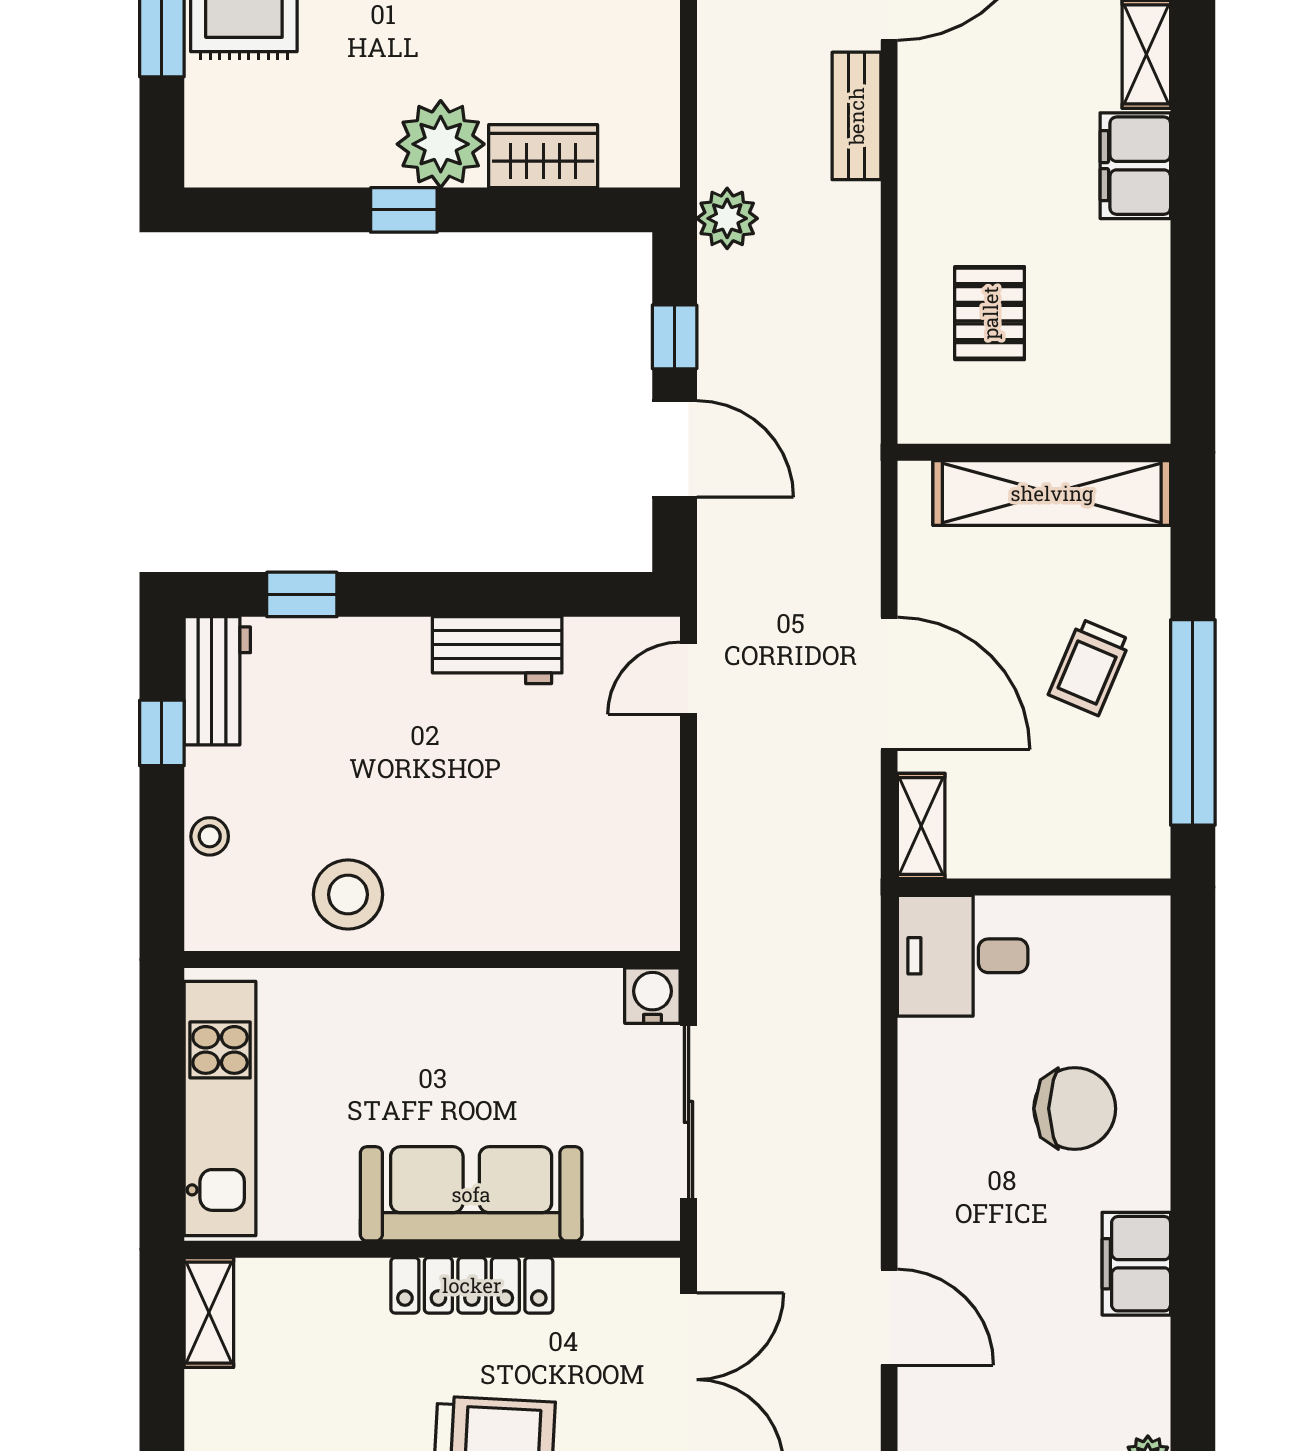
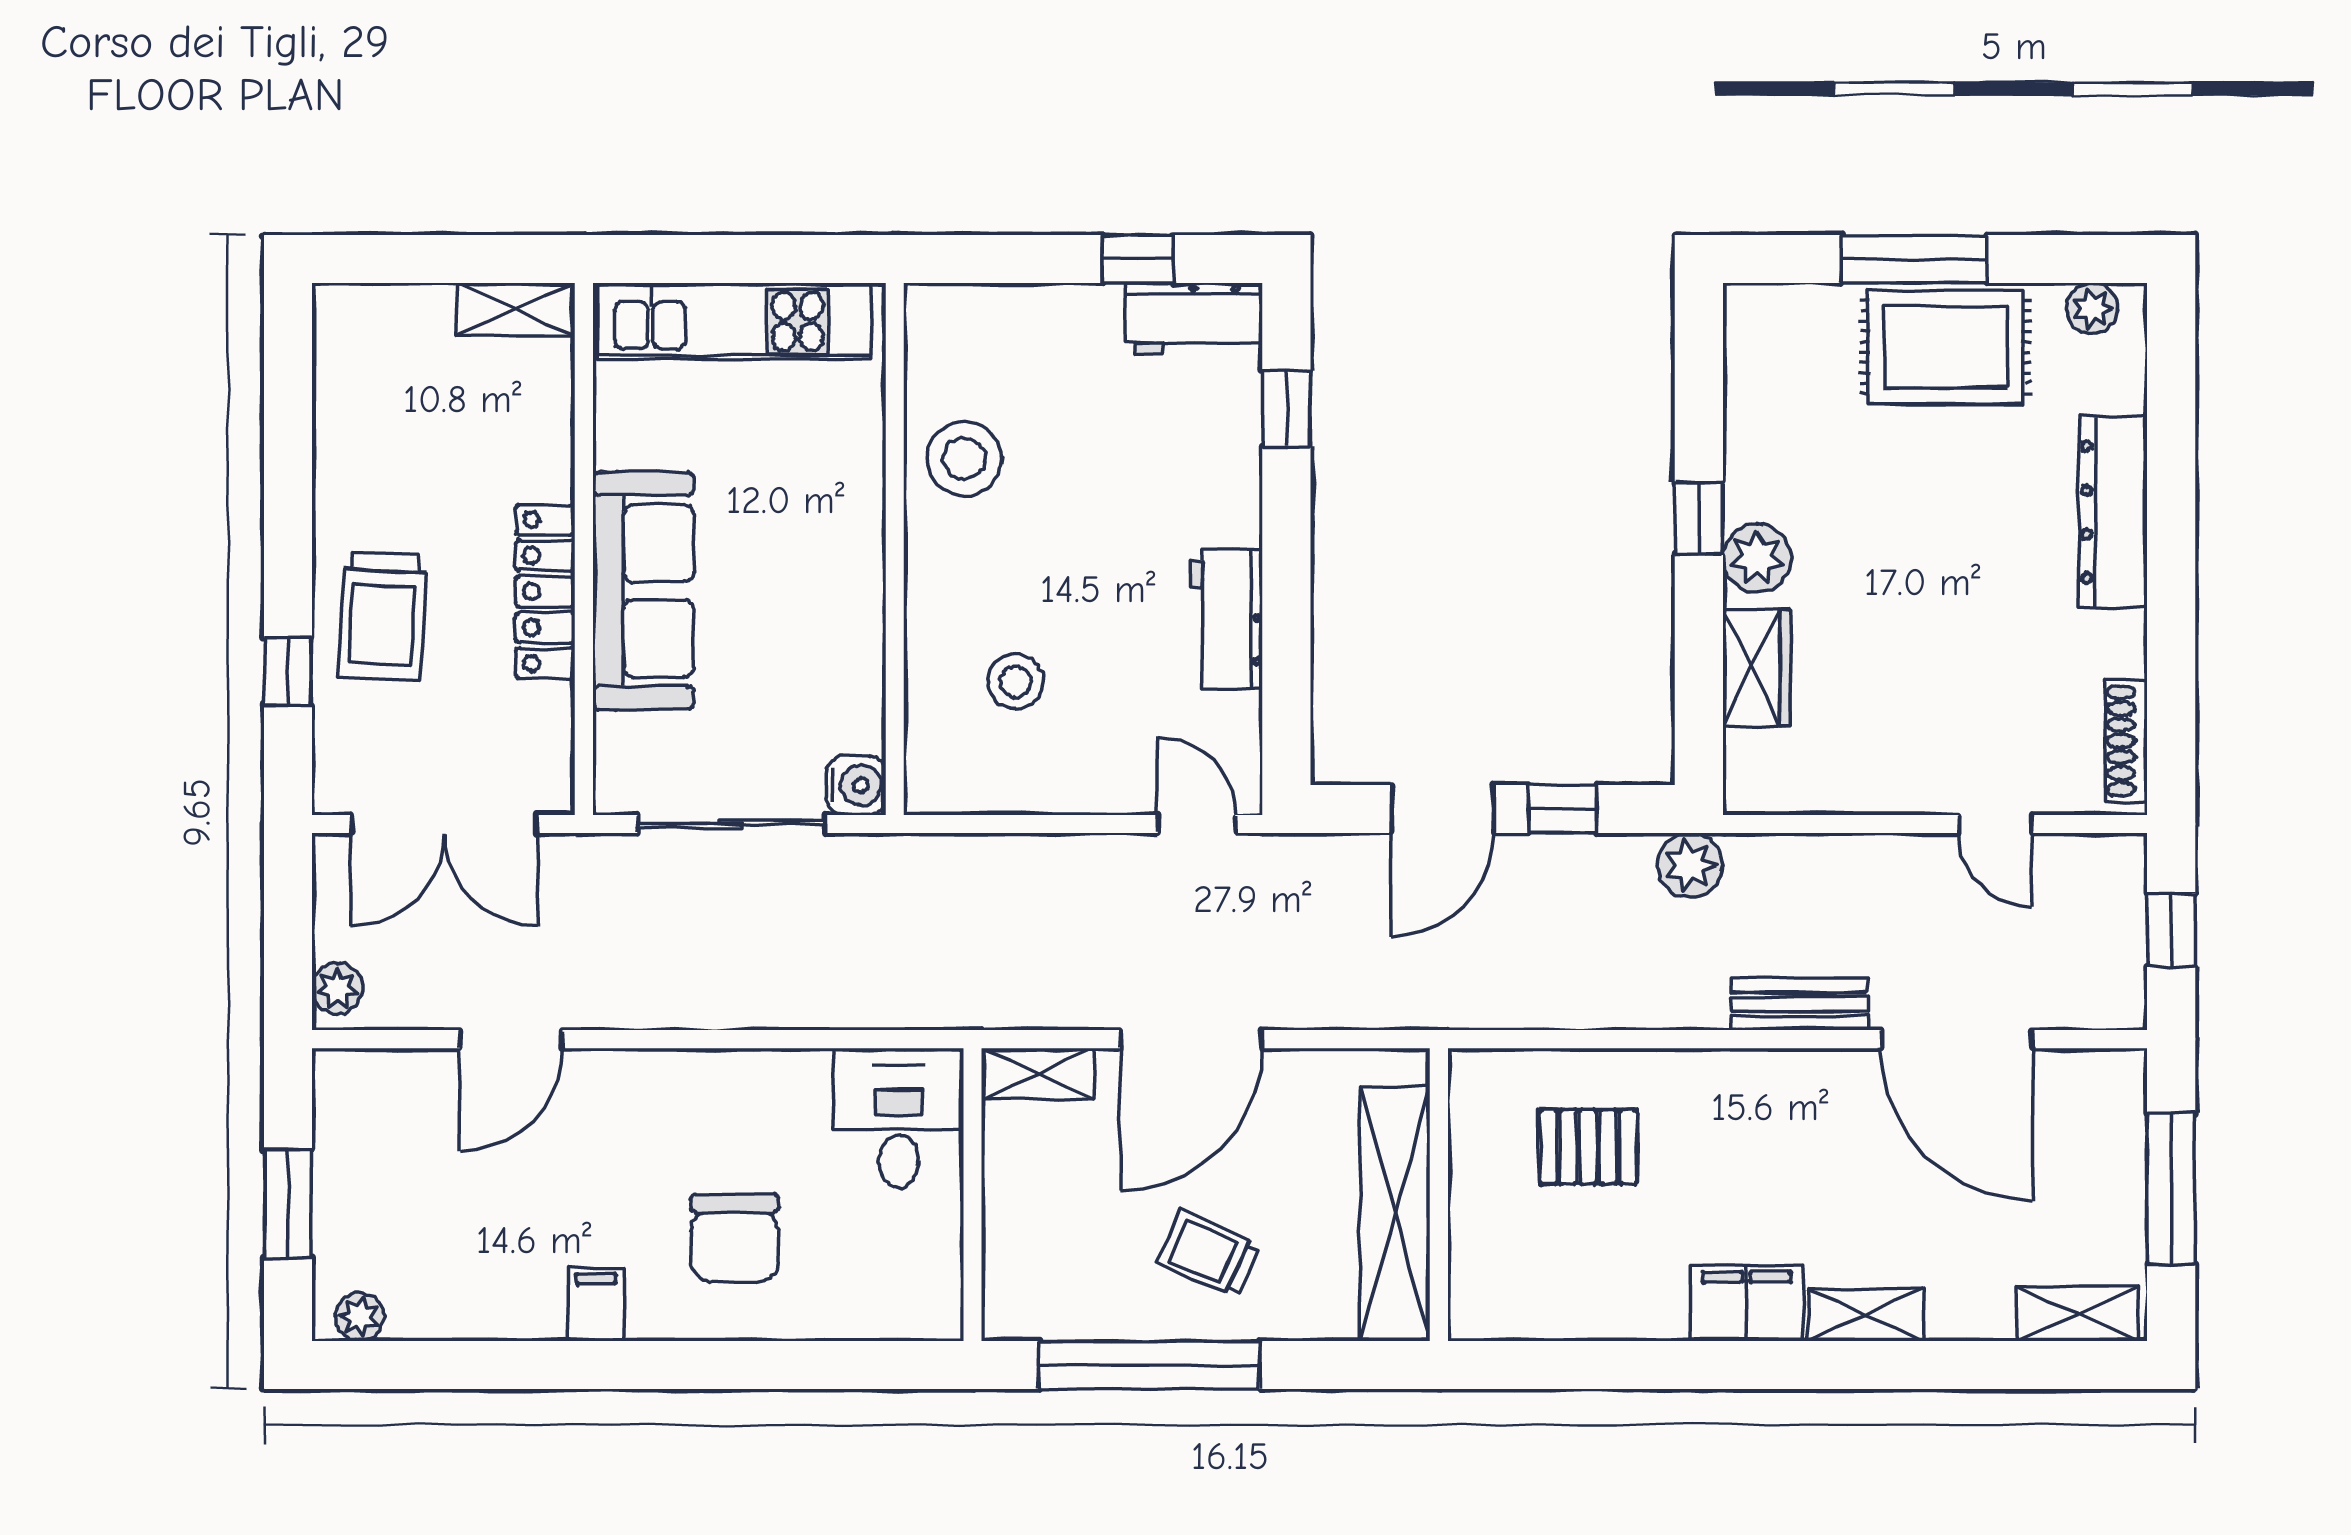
plant: (441, 144) -> (1757, 558), width x0.73, depth x0.73
stool: (210, 836) -> (1016, 681), moved, width x1.37, depth x1.37
filing cabinet: (1136, 1264) -> (596, 1304), width x0.50

